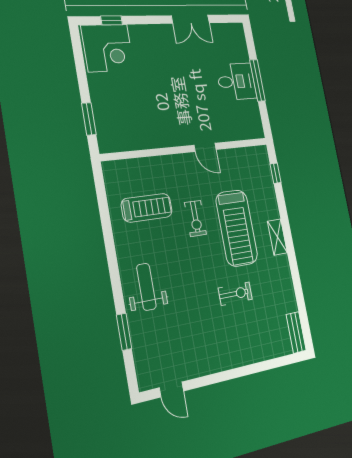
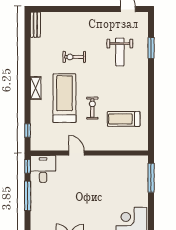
desk: (236, 81) -> (43, 169), moved, turned 90
window: (89, 119) -> (151, 178), width x1.44
window: (266, 122) -> (28, 166), added
weight bench: (146, 287) -> (120, 52), moved

